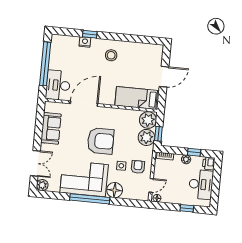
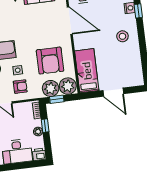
armchair: (101, 141) -> (50, 61), moved
window: (194, 152) -> (45, 126), moved

